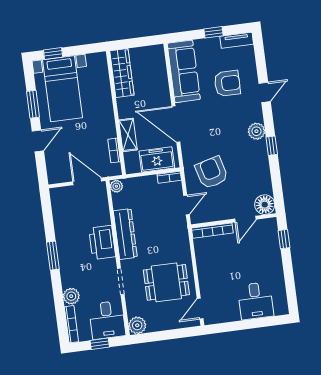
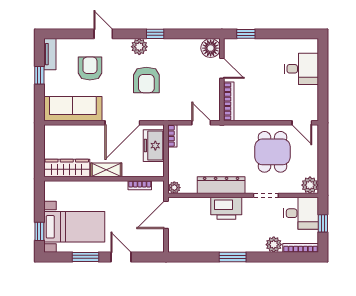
shelving: (128, 135) -> (106, 170), moved
armchair: (212, 173) -> (146, 80), moved, turned -75

